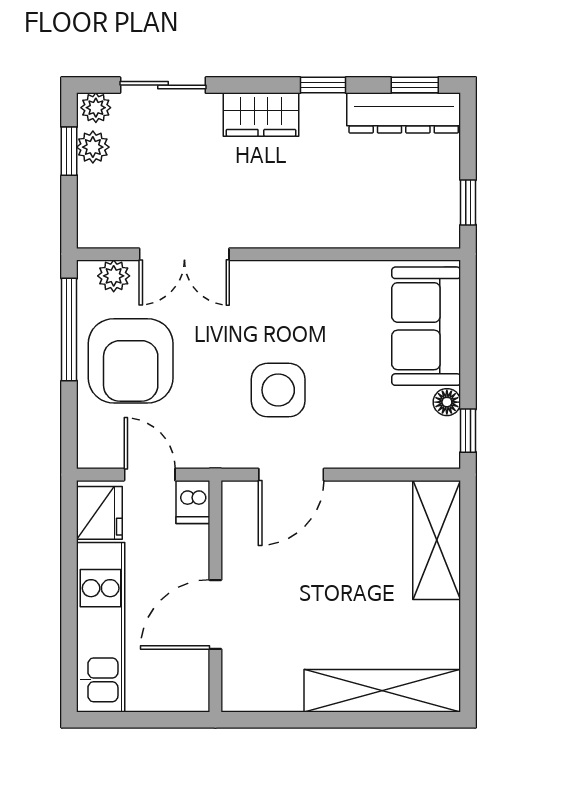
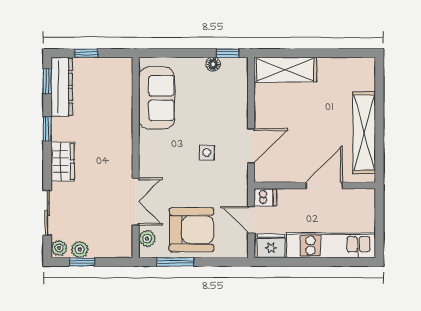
window: (468, 202) -> (86, 53), moved
sofa: (426, 326) -> (157, 98), moved, turned -90
window: (69, 330) -> (175, 262), width x0.69
side table: (278, 390) -> (207, 153), width x0.54, depth x0.54
door: (150, 475) -> (251, 220), hinge flipped
door: (291, 475) -> (251, 146), hinge flipped
door: (215, 615) -> (324, 185), swing flipped
shelving: (382, 691) -> (364, 132), moved

